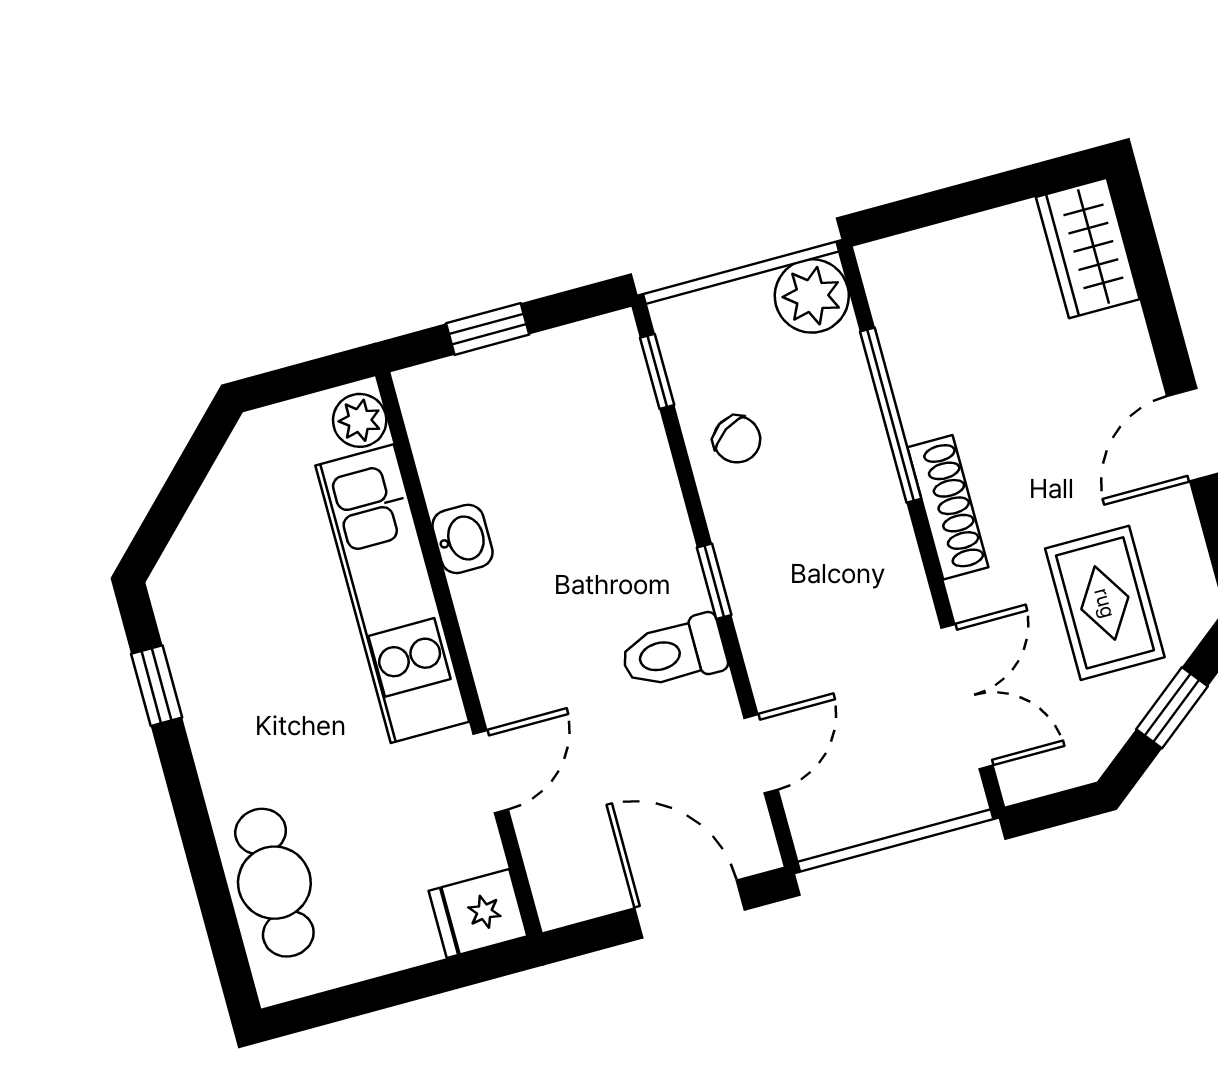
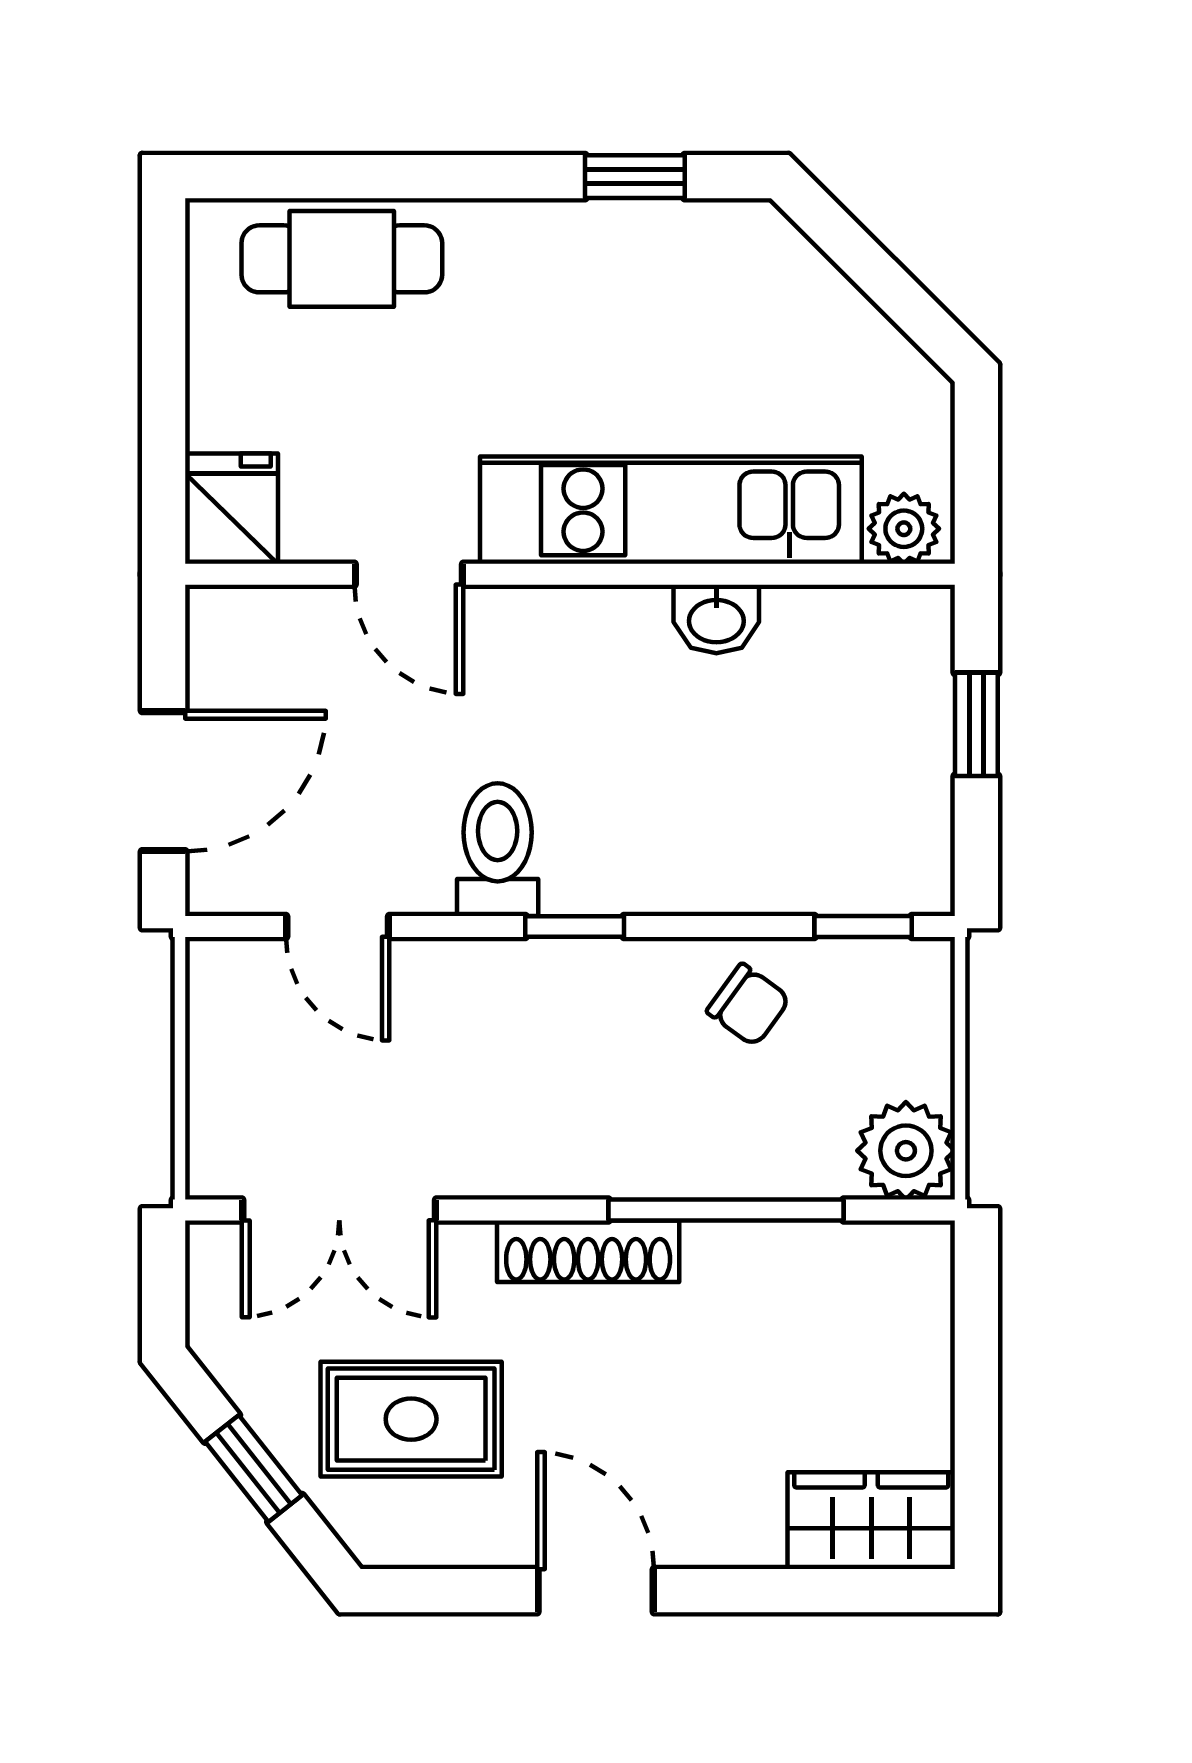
chair: (737, 439) -> (748, 1005), turned -110

